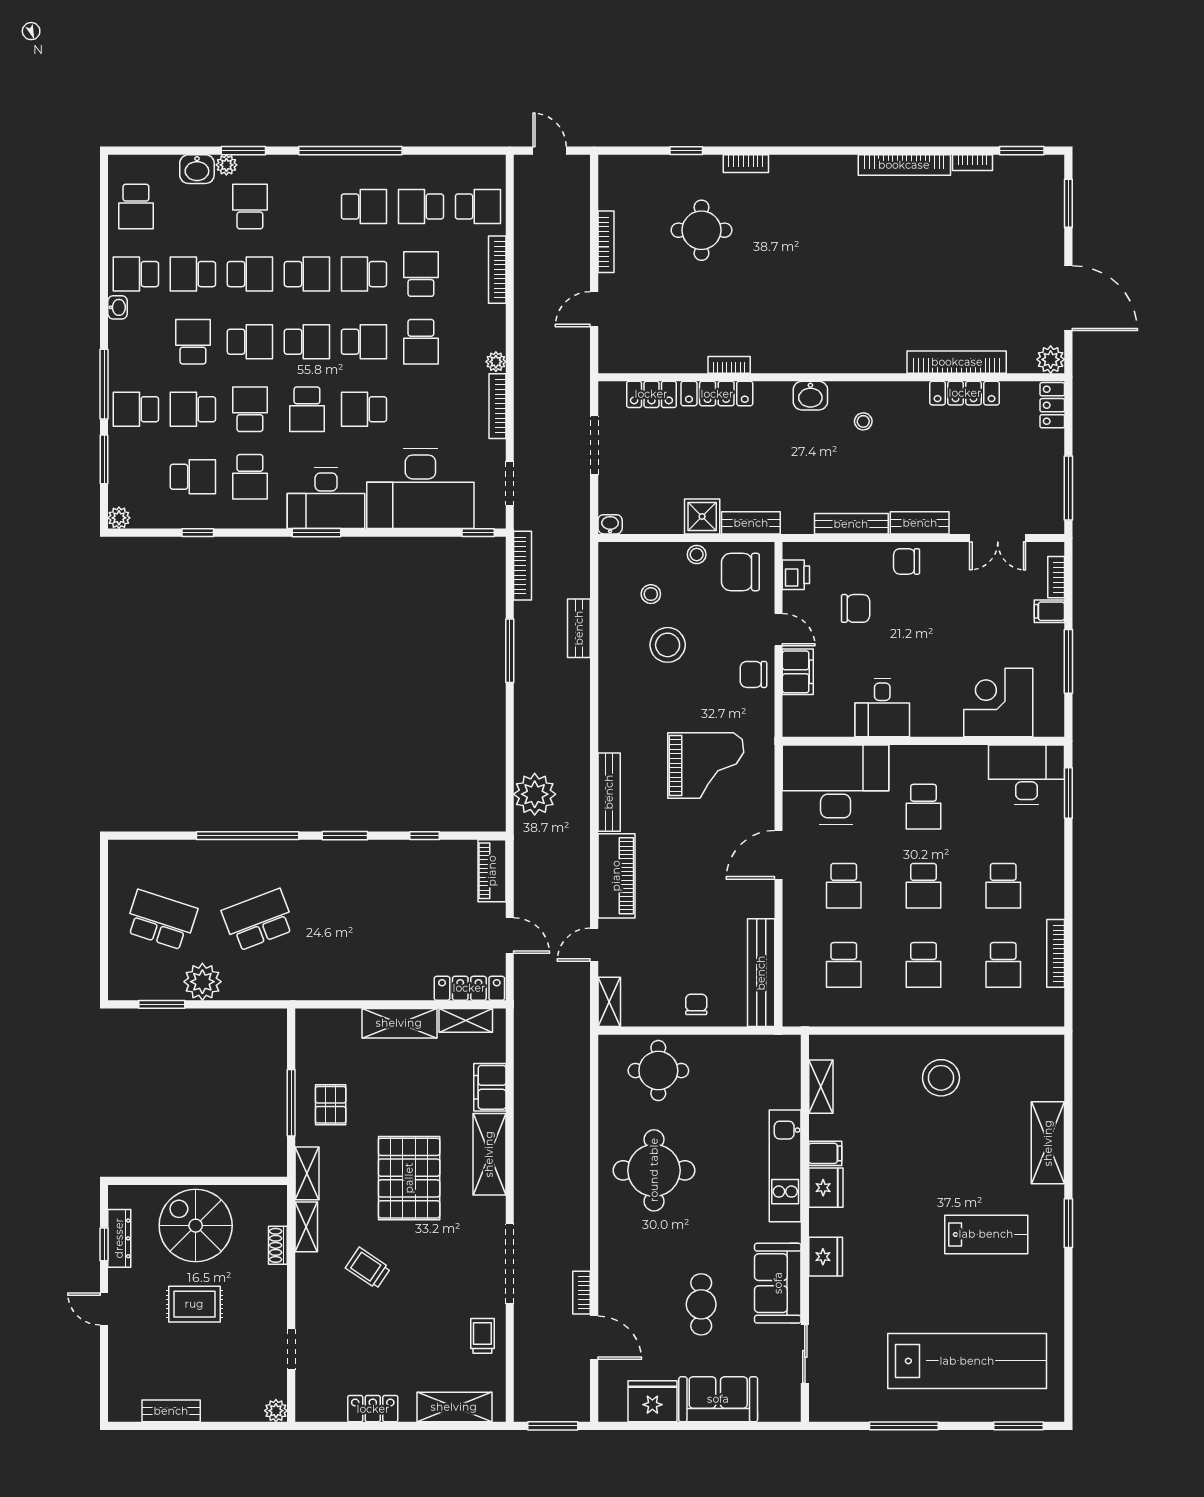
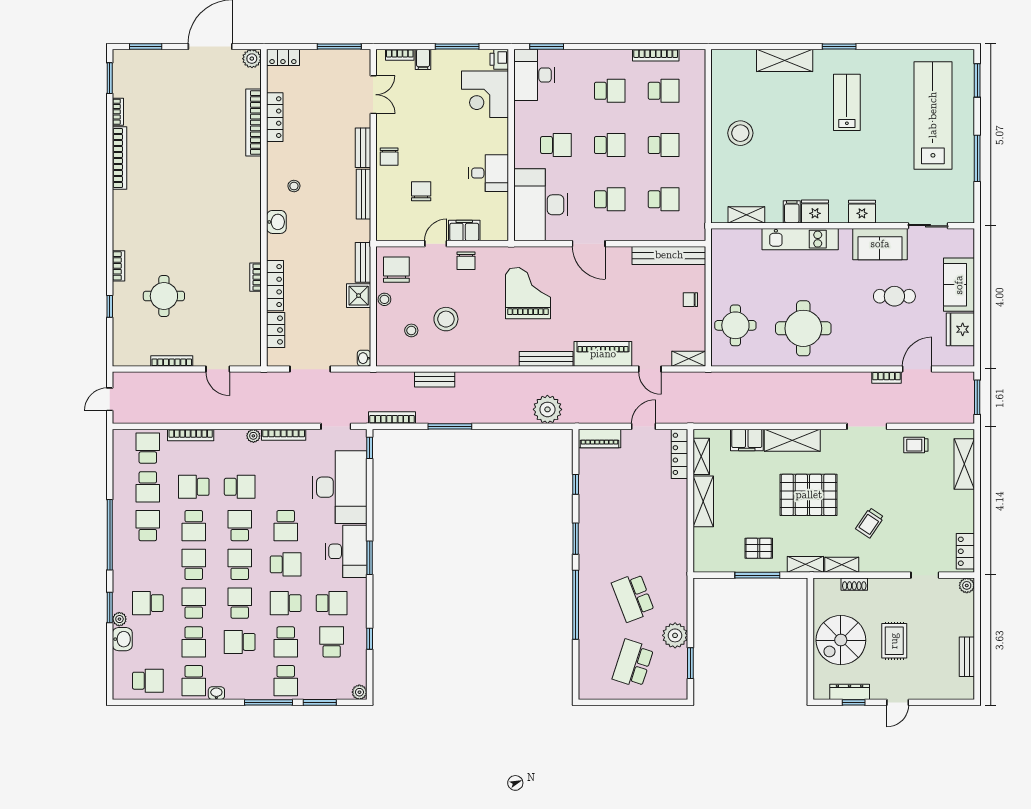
chair: (740, 572) -> (396, 270), turned 180
printer: (796, 575) -> (499, 59), moved, turned -90
doorway: (510, 1264) -> (867, 426), width x0.73
locker: (373, 1409) -> (965, 551), moved

